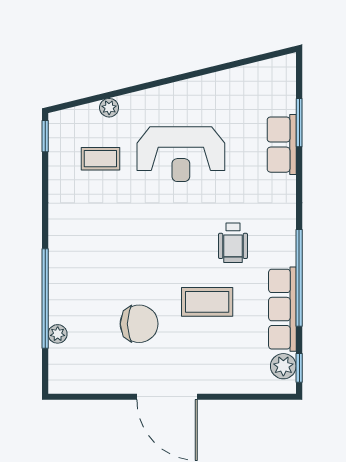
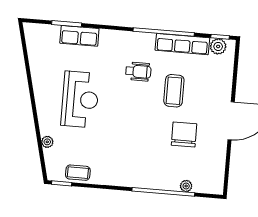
coffee table: (100, 159) -> (78, 173), moved, turned 90

